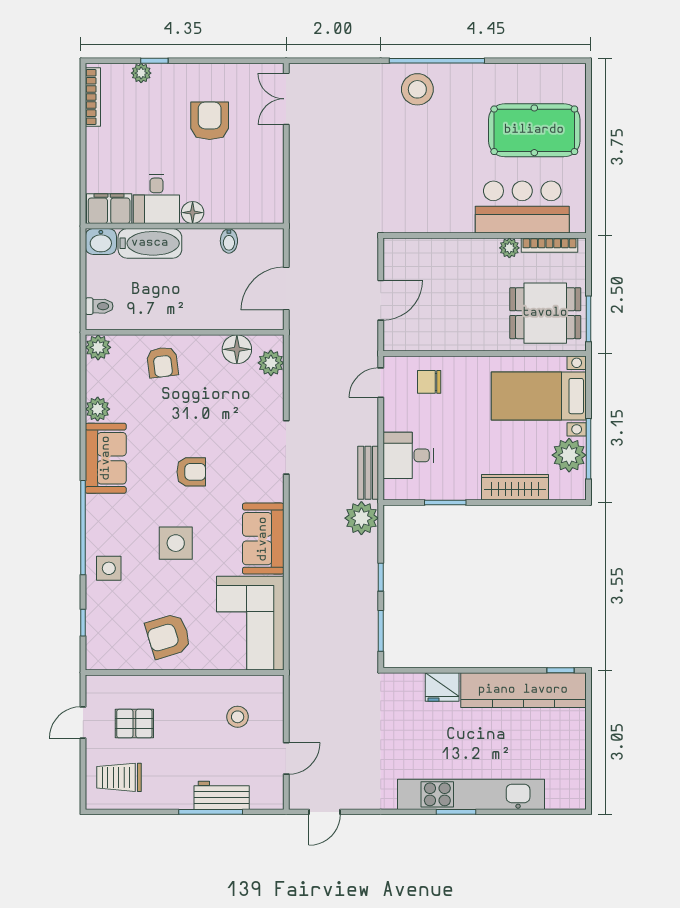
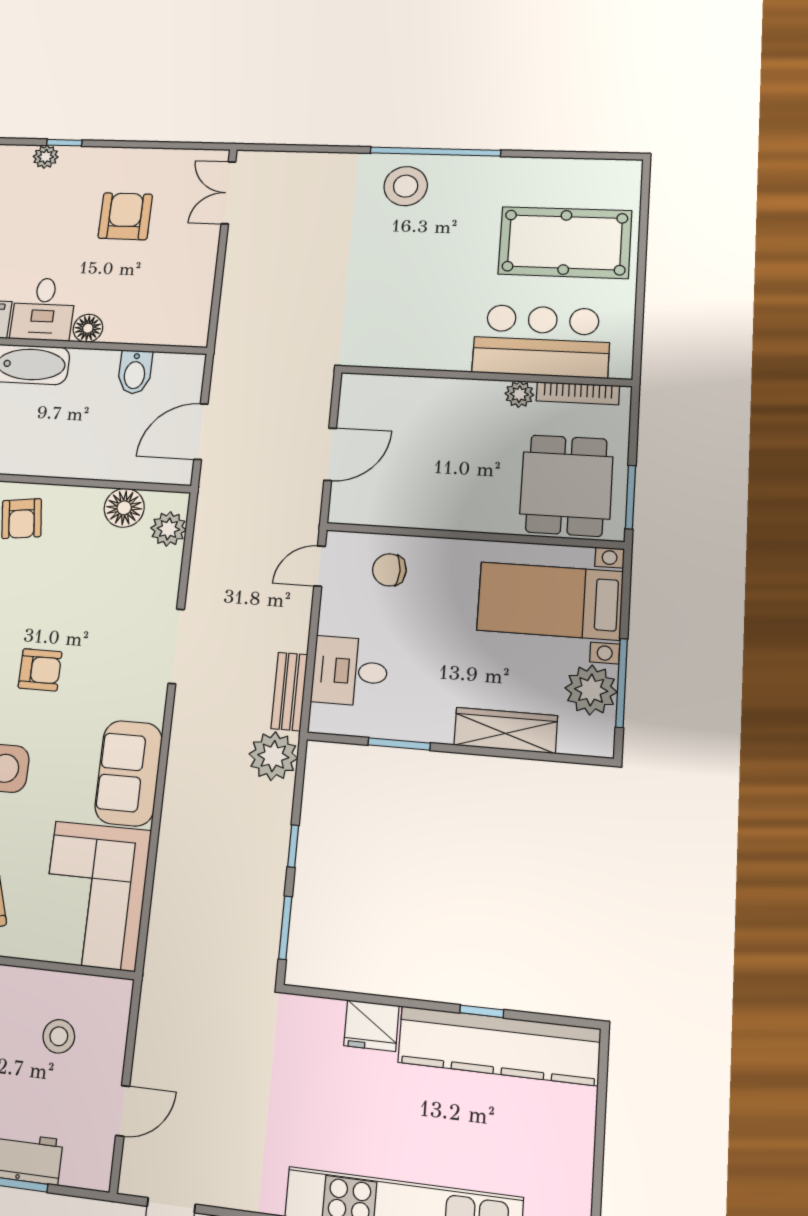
bidet: (229, 241) -> (135, 372), width x1.38, depth x1.36
dining table: (545, 313) -> (566, 485), turned 90
window: (560, 670) -> (482, 1011), moved

